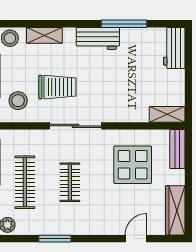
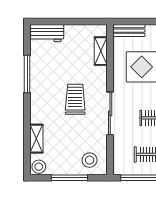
workbench: (98, 38) -> (39, 95), removed
trolley: (57, 87) -> (75, 99), moved
shelving: (167, 114) -> (101, 51), moved

